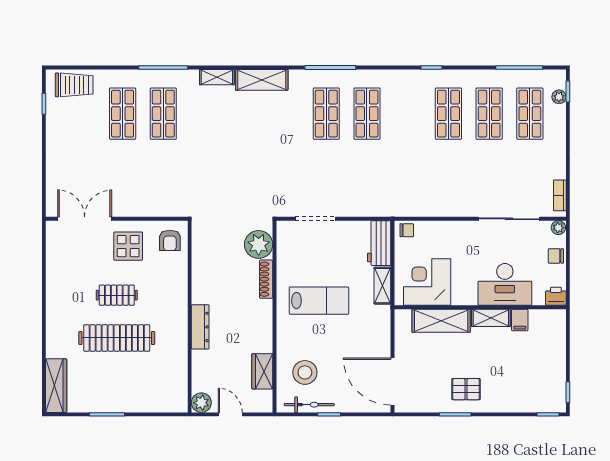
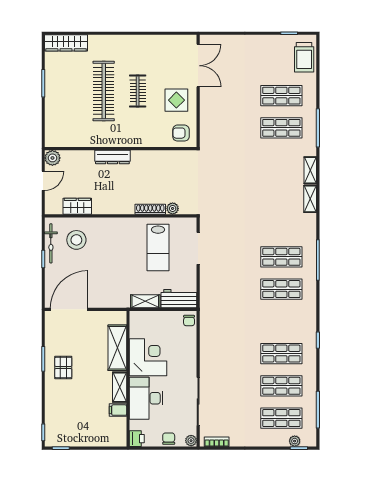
shelving: (262, 80) -> (310, 199), width x0.67, depth x0.75
plant: (259, 244) -> (173, 208), width x0.53, depth x0.53
corner desk: (427, 282) -> (148, 357), moved
lab bench: (319, 301) -> (158, 247), moved

